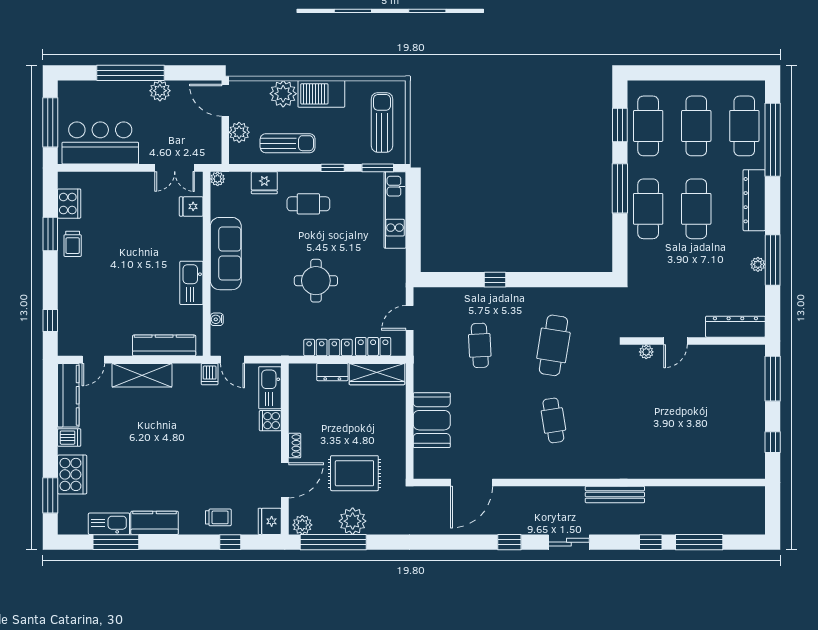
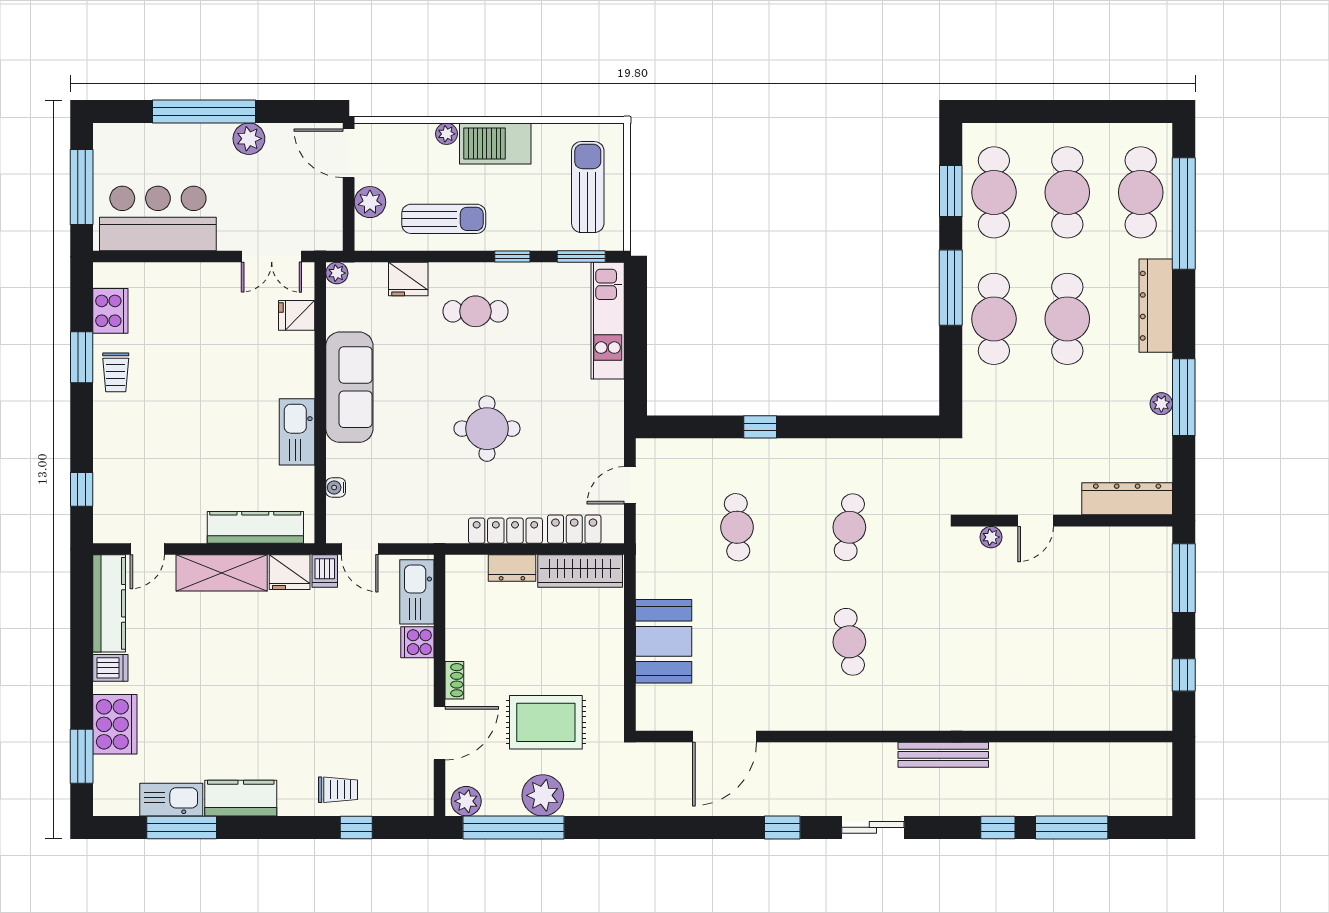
plant: (283, 94) -> (447, 134), width x0.53, depth x0.53
cafe table: (553, 345) -> (849, 527), width x0.73, depth x0.74
fridge: (270, 521) -> (290, 572), moved, turned -90

